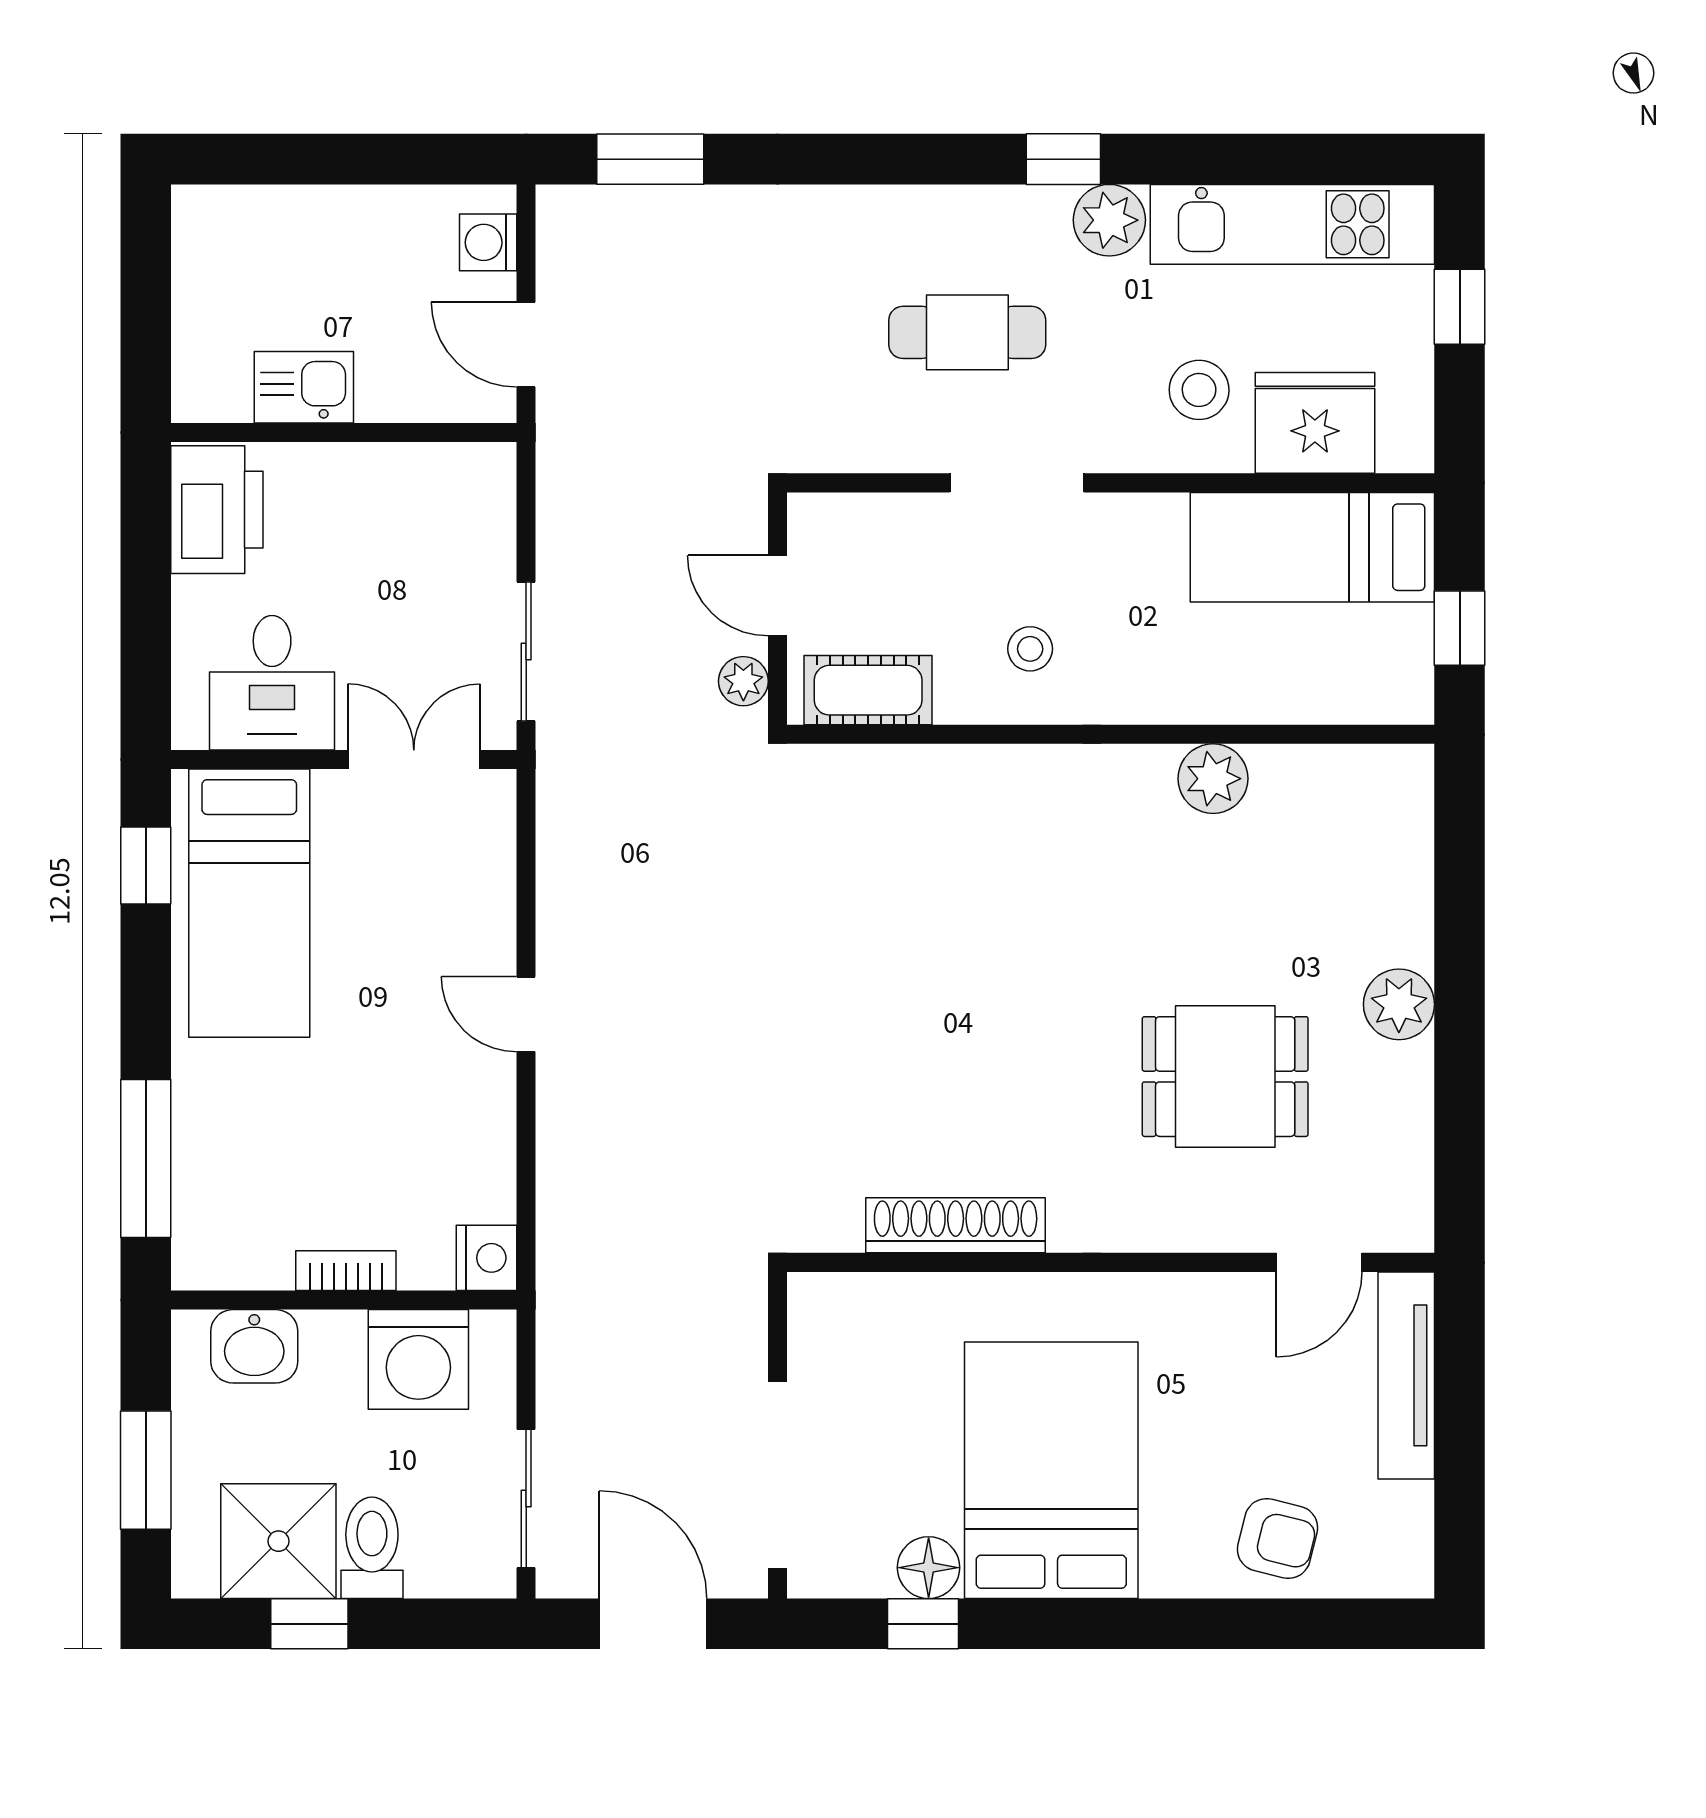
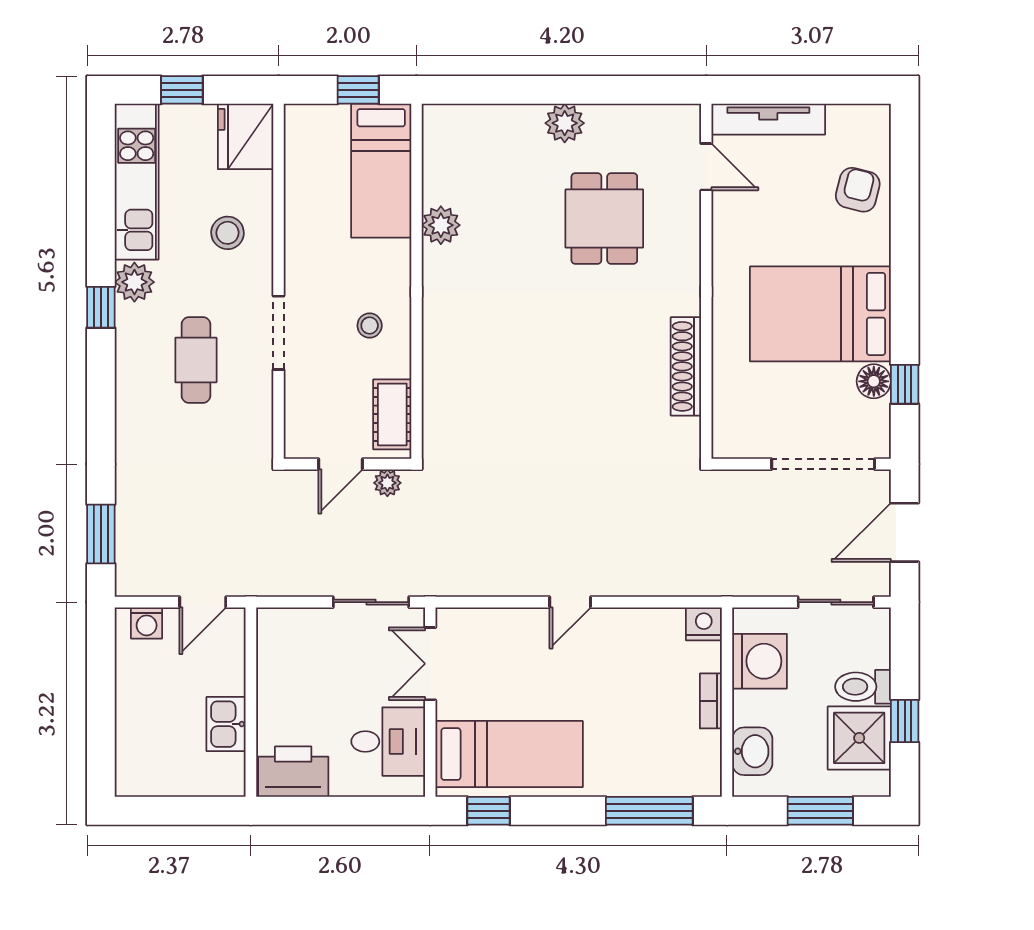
fridge: (1315, 423) -> (246, 136), moved
bed: (1312, 547) -> (381, 171), moved

